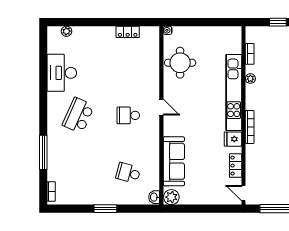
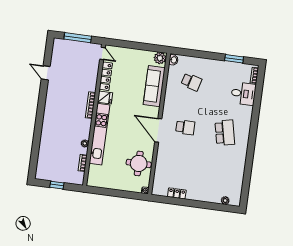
desk: (62, 73) -> (243, 94), moved, width x0.73
door: (161, 107) -> (158, 130), width x1.88
school desk: (78, 115) -> (225, 133), turned -36
window: (43, 152) -> (256, 107), removed
locker: (236, 166) -> (106, 76), width x1.53
window: (105, 209) -> (234, 59), moved

